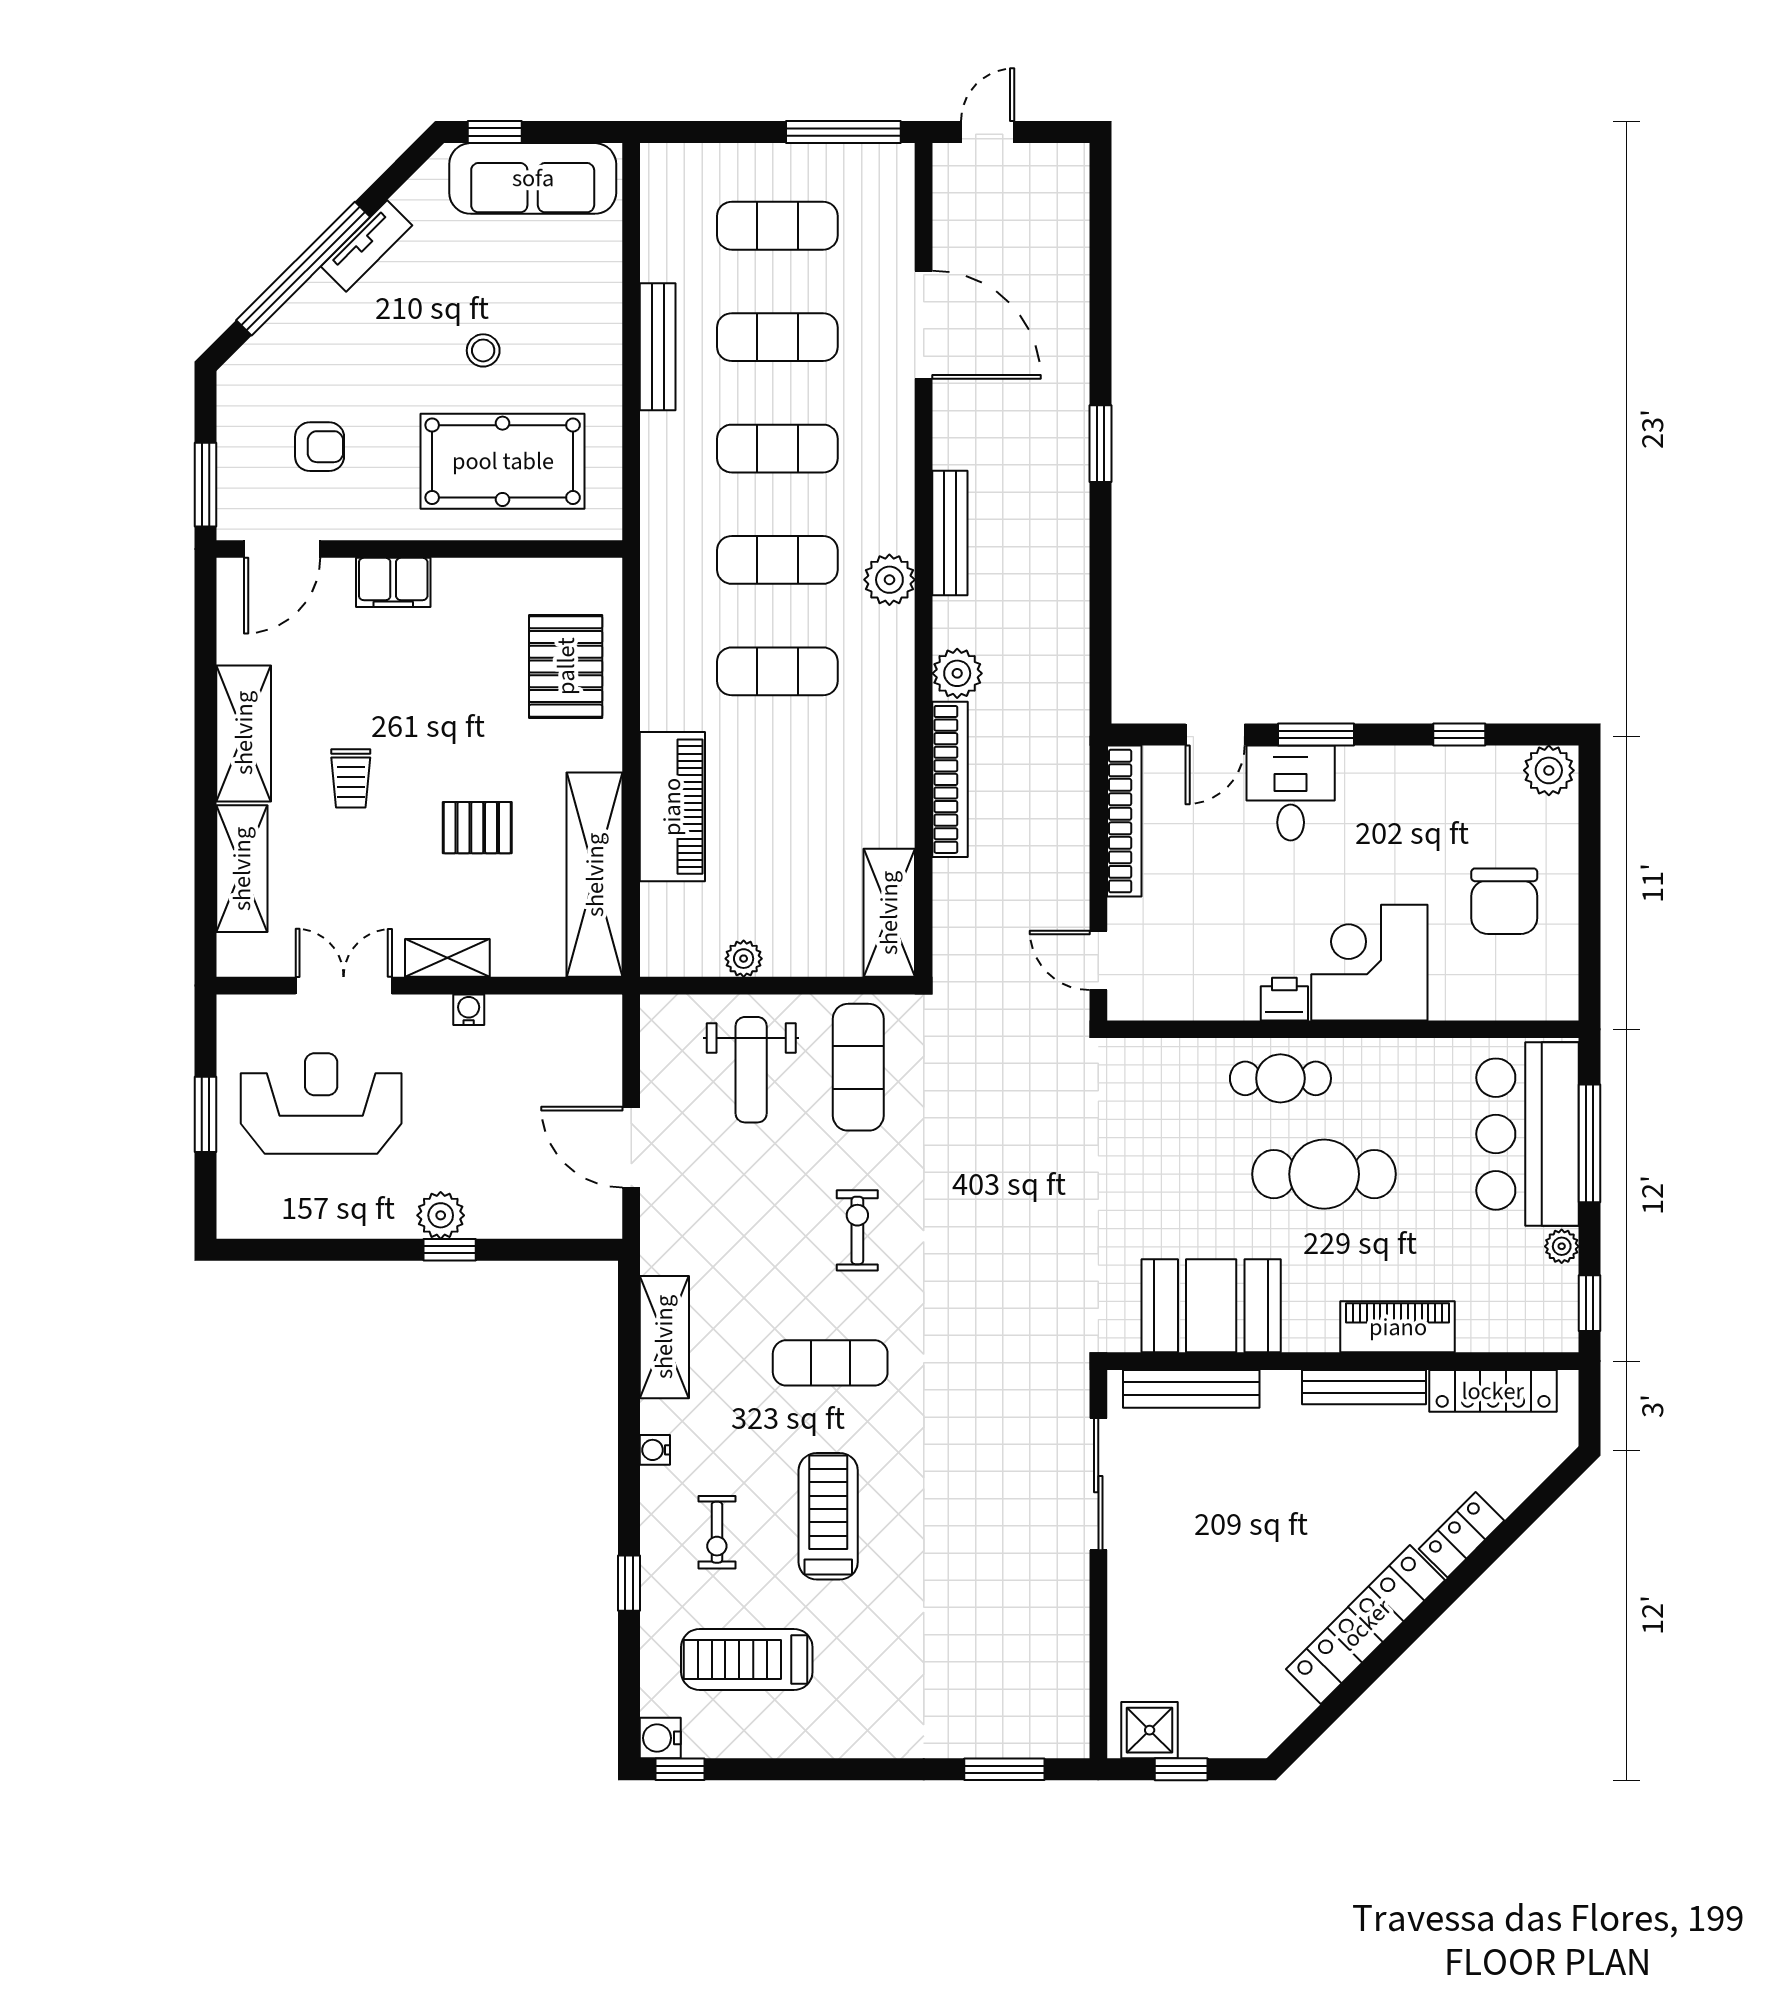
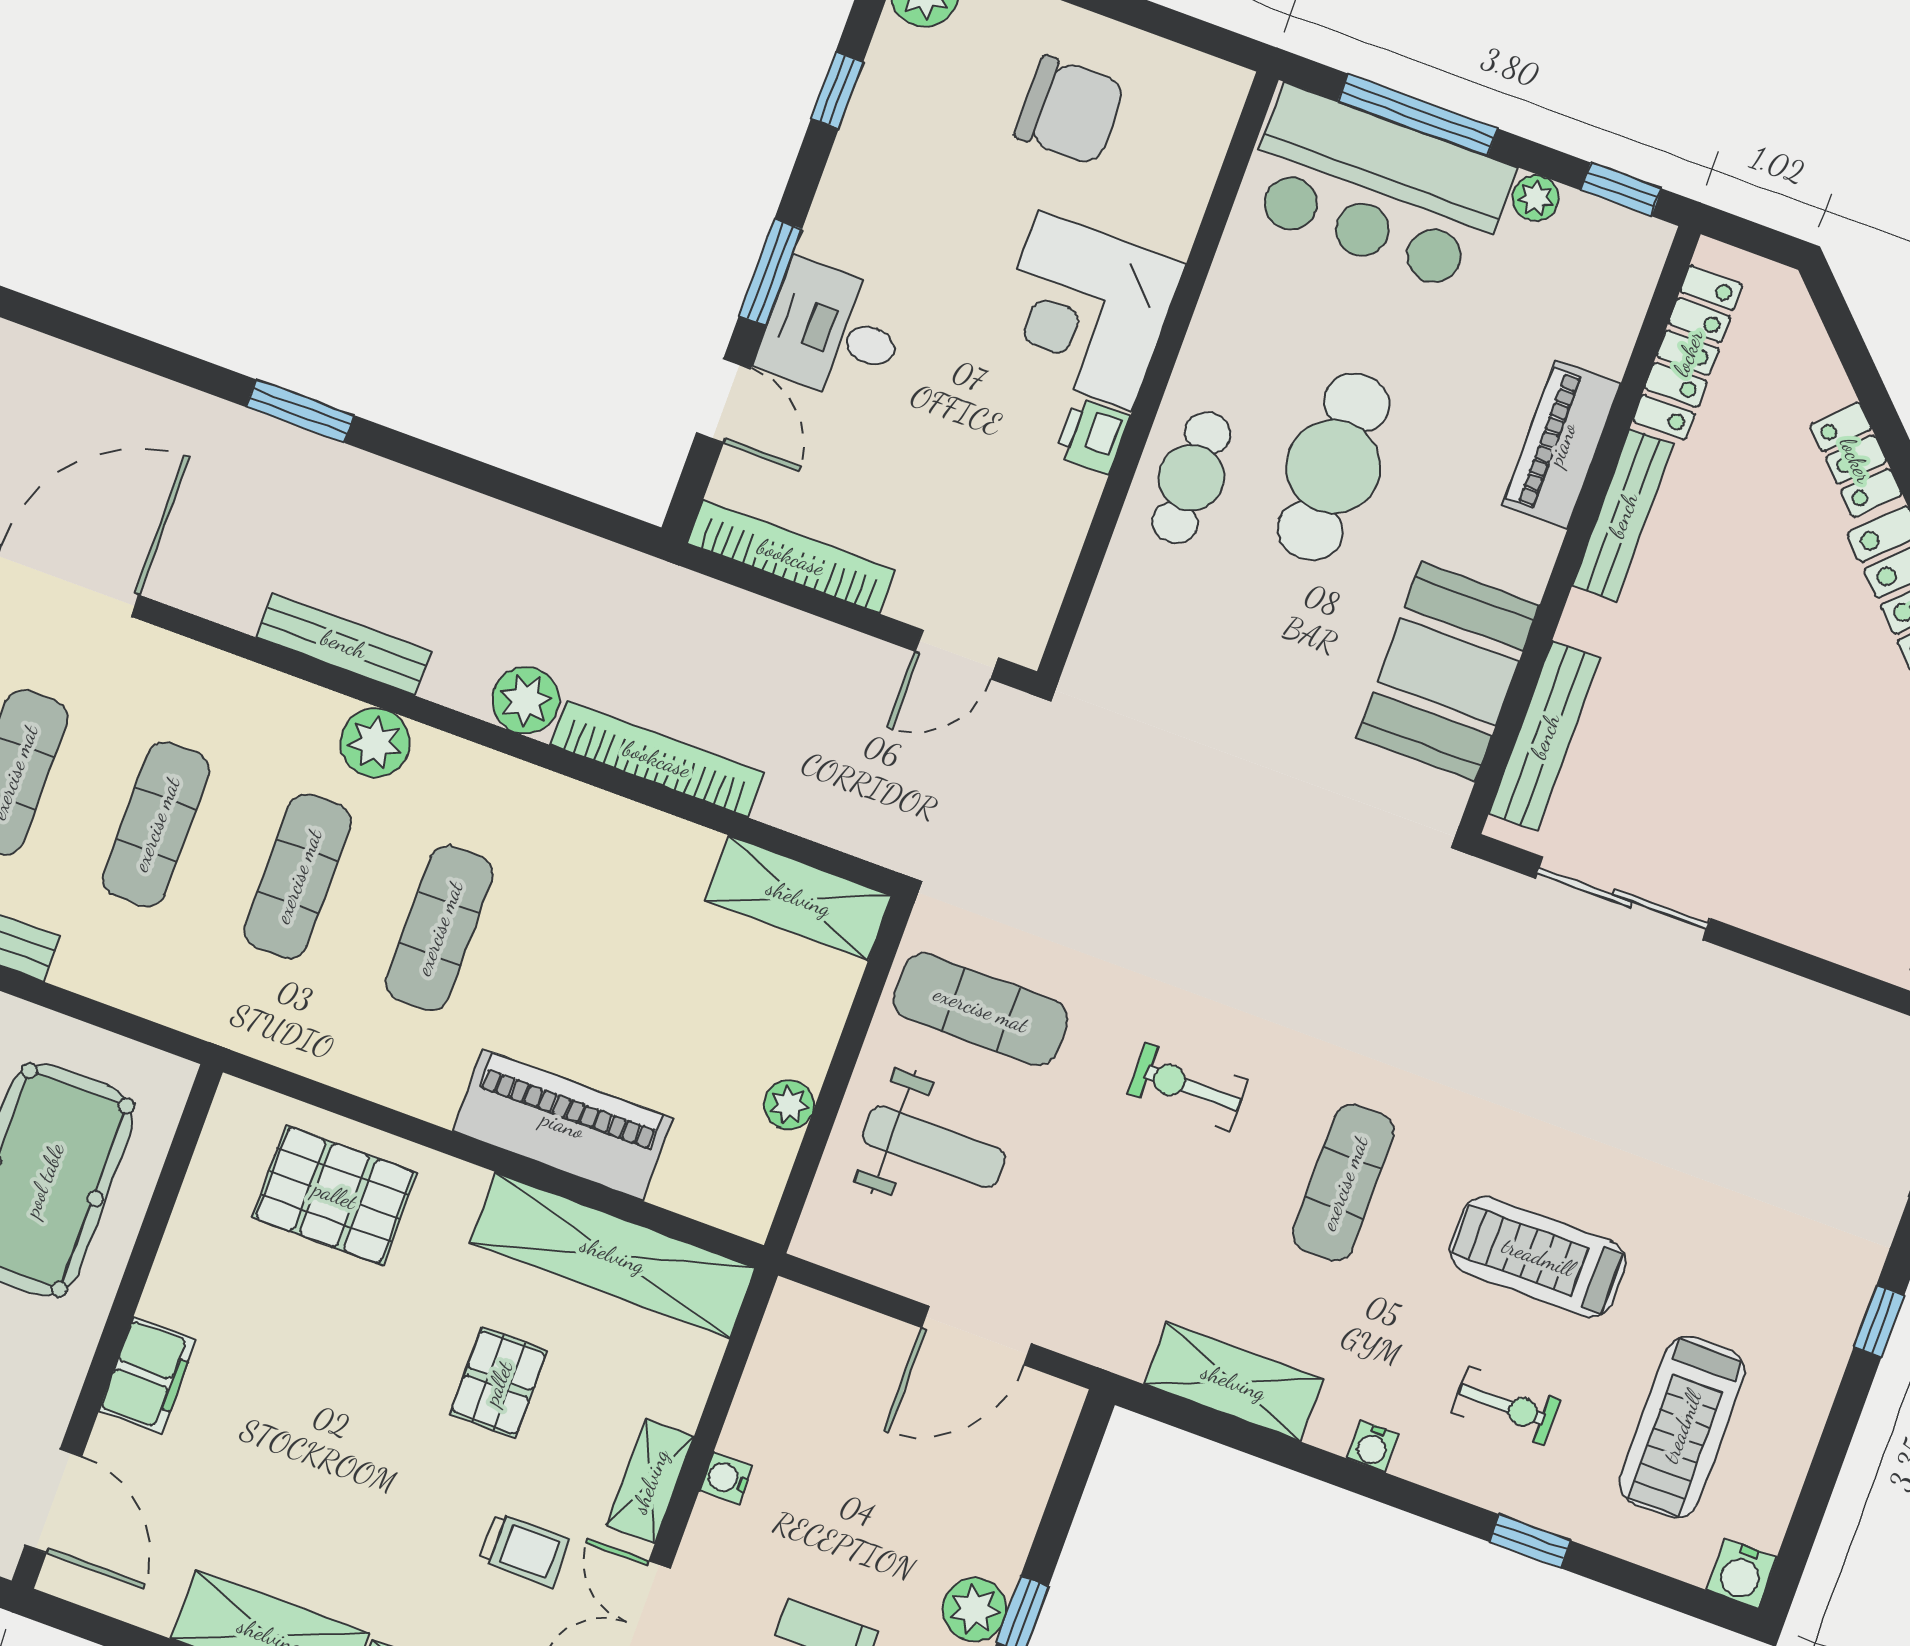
trolley: (351, 778) -> (524, 1550), moved
window: (680, 1769) -> (1879, 1321), moved

